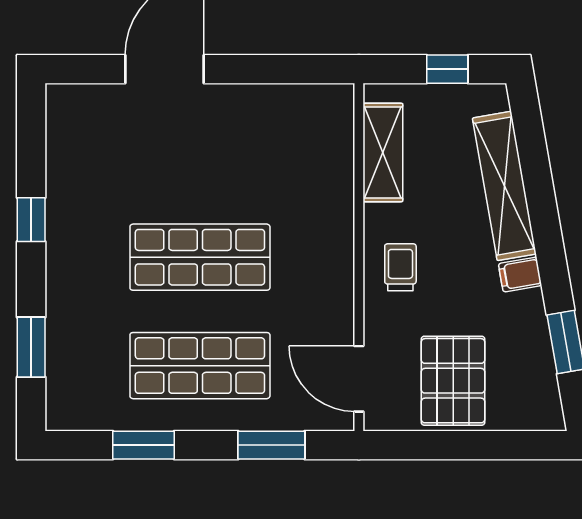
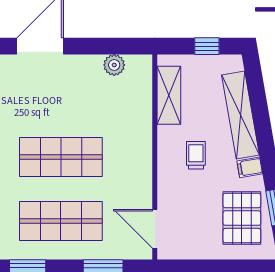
plant: (290, 101) -> (114, 65), added
trolley: (400, 267) -> (196, 155), moved
pallet: (453, 381) -> (242, 218), moved

